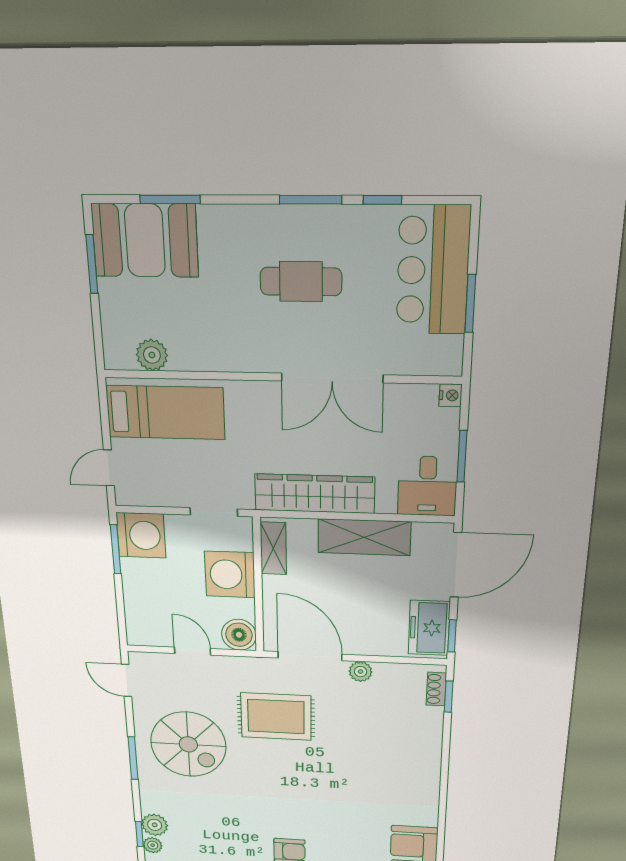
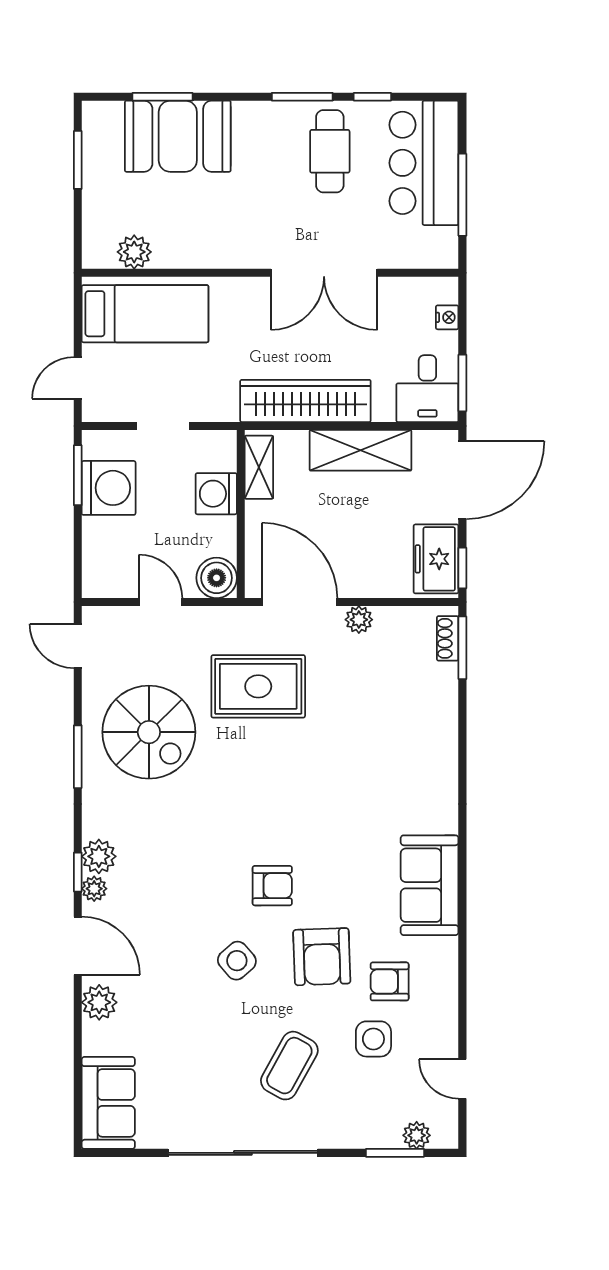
booth: (145, 240) -> (178, 136), moved
cafe table: (301, 282) -> (330, 151), moved, turned 90
window: (470, 303) -> (462, 195), width x1.44
nightstand: (450, 395) -> (447, 317), moved
window: (462, 456) -> (462, 383), moved
doorway: (214, 512) -> (163, 426), moved
washing machine: (141, 535) -> (109, 488), moved
washing machine: (230, 574) -> (216, 494), width x0.73, depth x0.73
window: (449, 697) -> (462, 648), width x1.50

